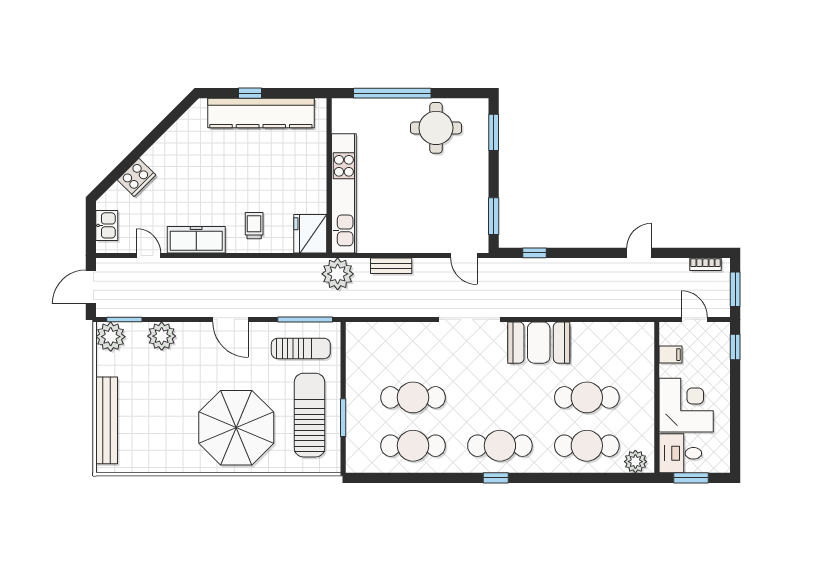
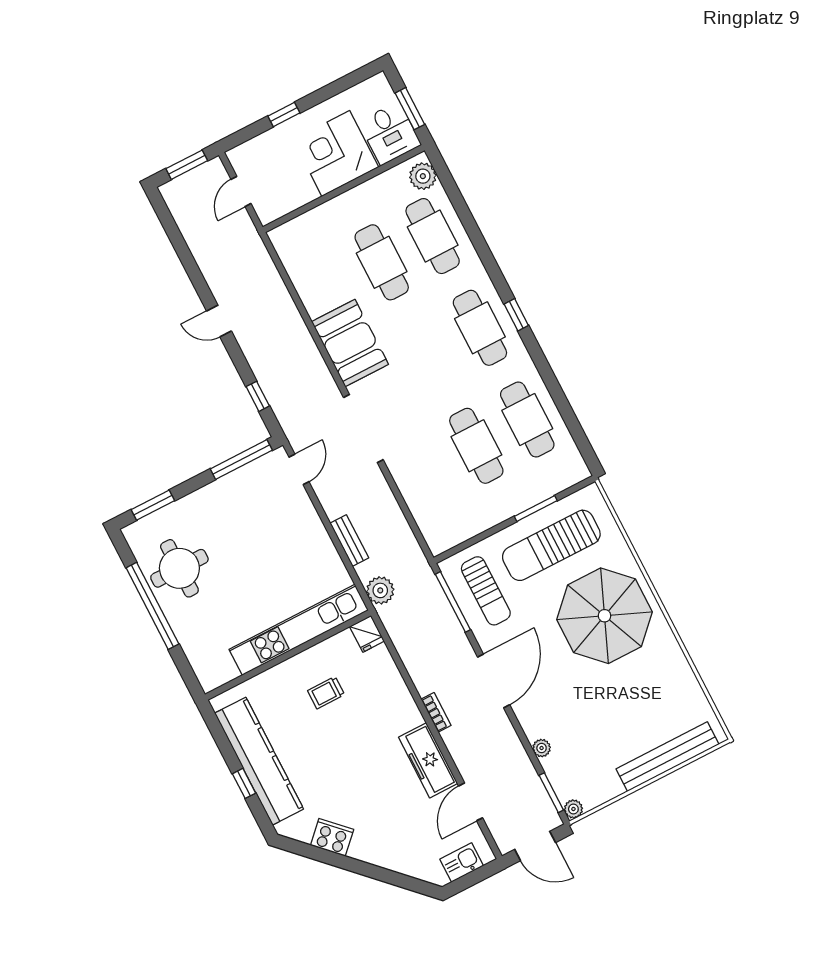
window: (392, 93) -> (152, 606), moved
cooker: (136, 177) -> (332, 837), moved
window: (494, 216) -> (241, 460), width x1.44
trolley: (254, 226) -> (326, 693), moved
fridge: (310, 234) -> (367, 634), width x0.53, depth x0.75
door: (639, 253) -> (219, 321), moved
door: (149, 256) -> (471, 802), width x1.38
bookcase: (706, 264) -> (436, 712), moved
plant: (338, 274) -> (380, 590), width x0.73, depth x0.73
door: (230, 319) -> (494, 681), width x1.36
plant: (162, 336) -> (542, 748), width x0.53, depth x0.53
plant: (111, 337) -> (573, 809), width x0.53, depth x0.53
window: (735, 347) -> (284, 115), moved
sun lounger: (301, 348) -> (486, 591), turned 180
filing cabinet: (670, 355) -> (291, 197), removed

